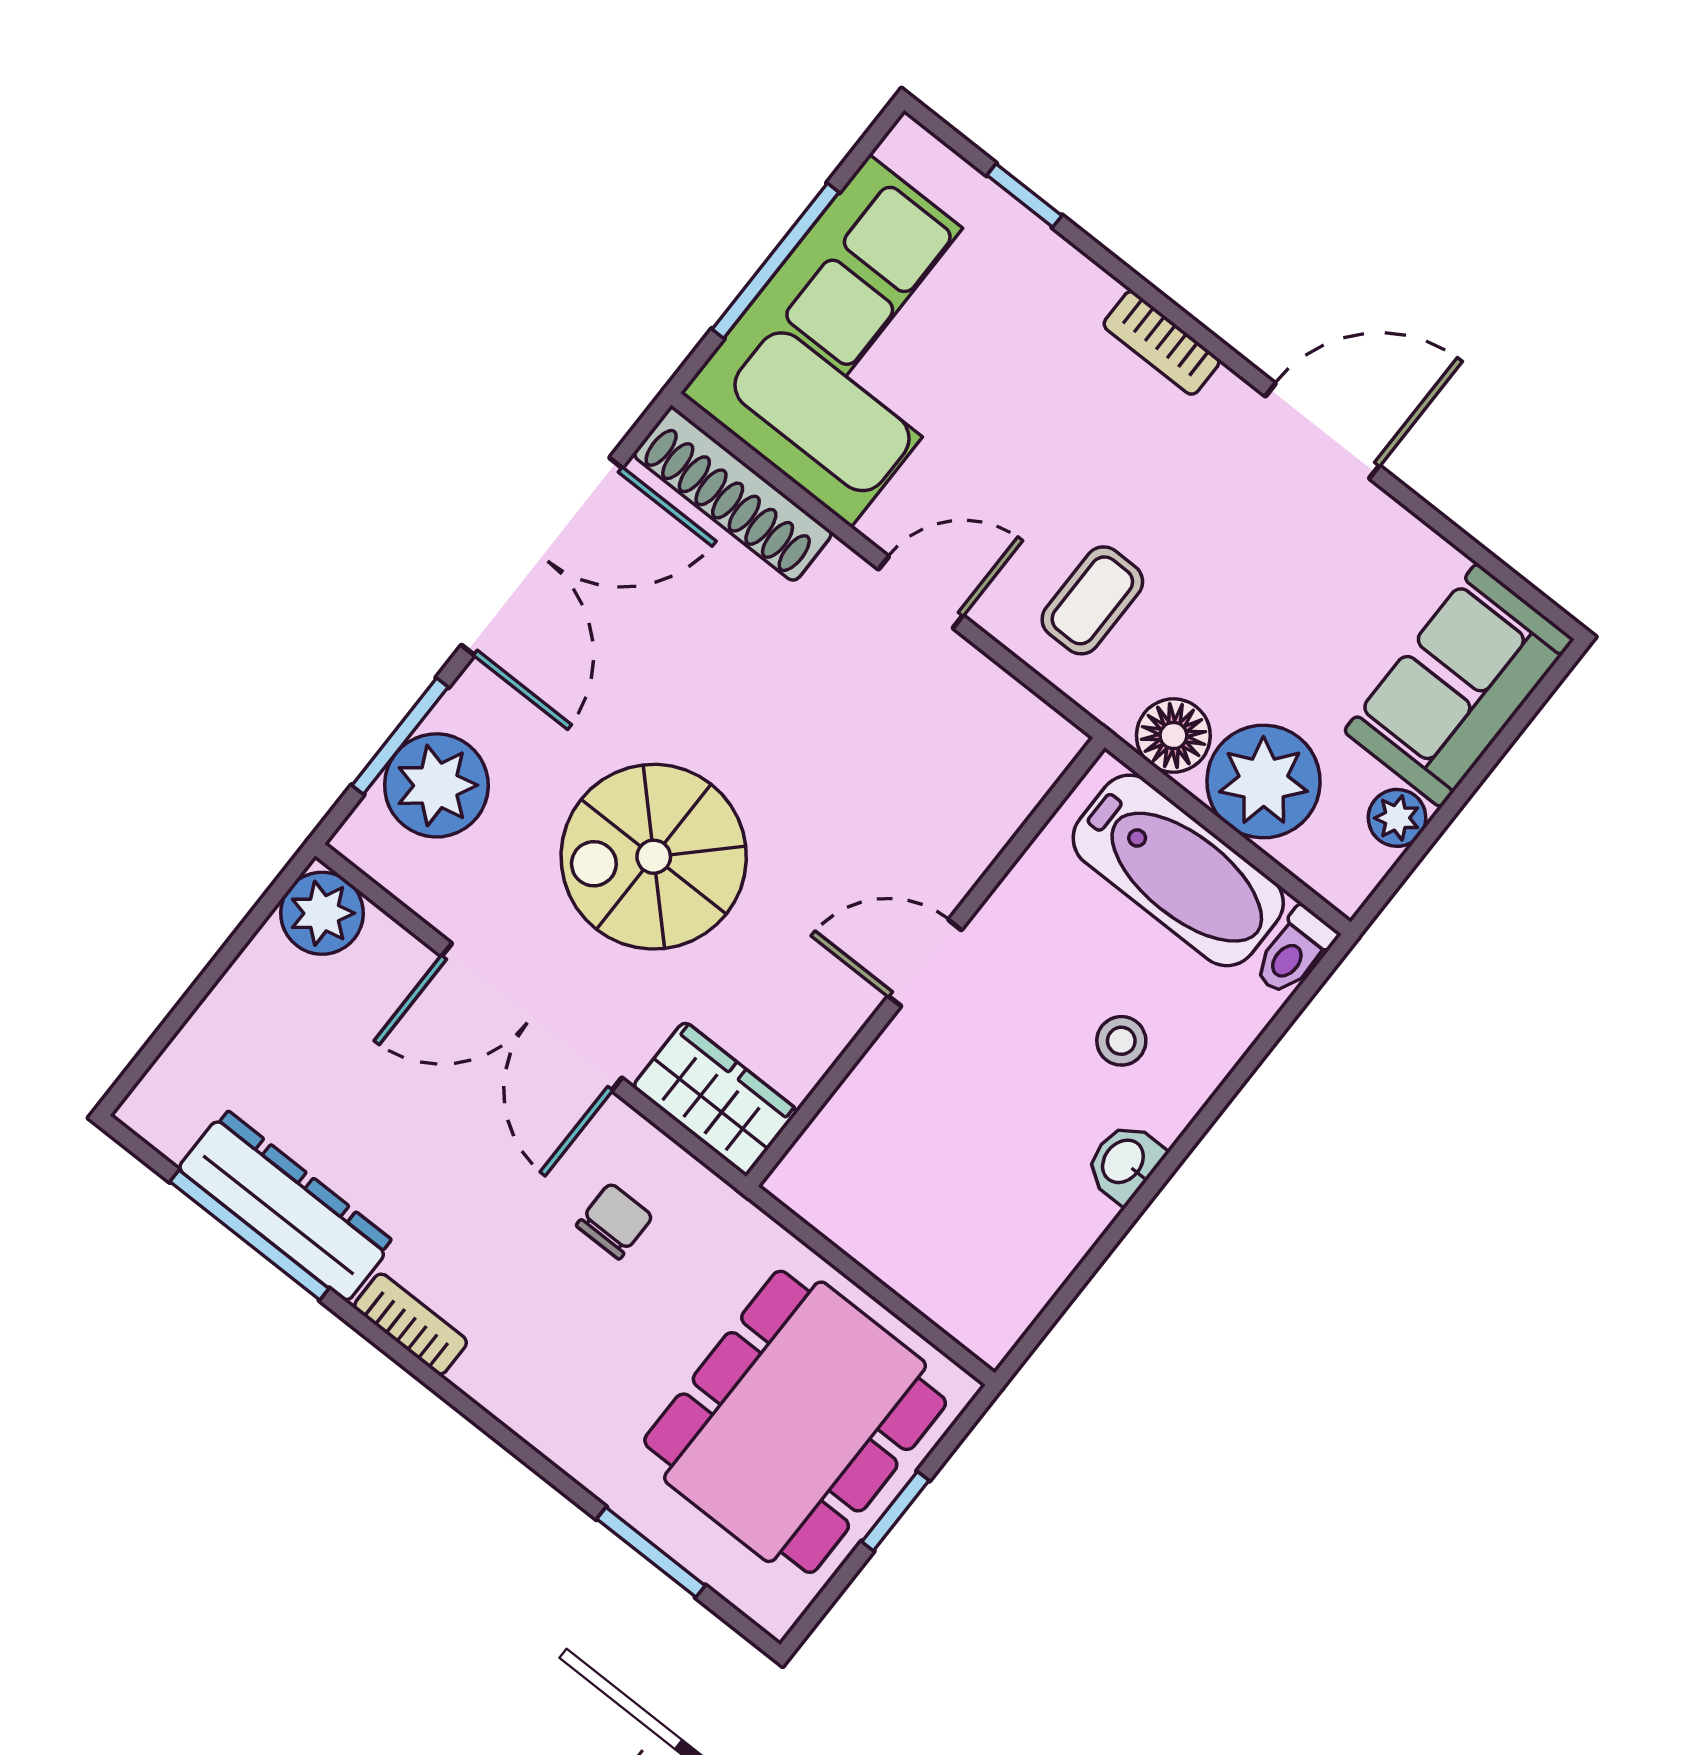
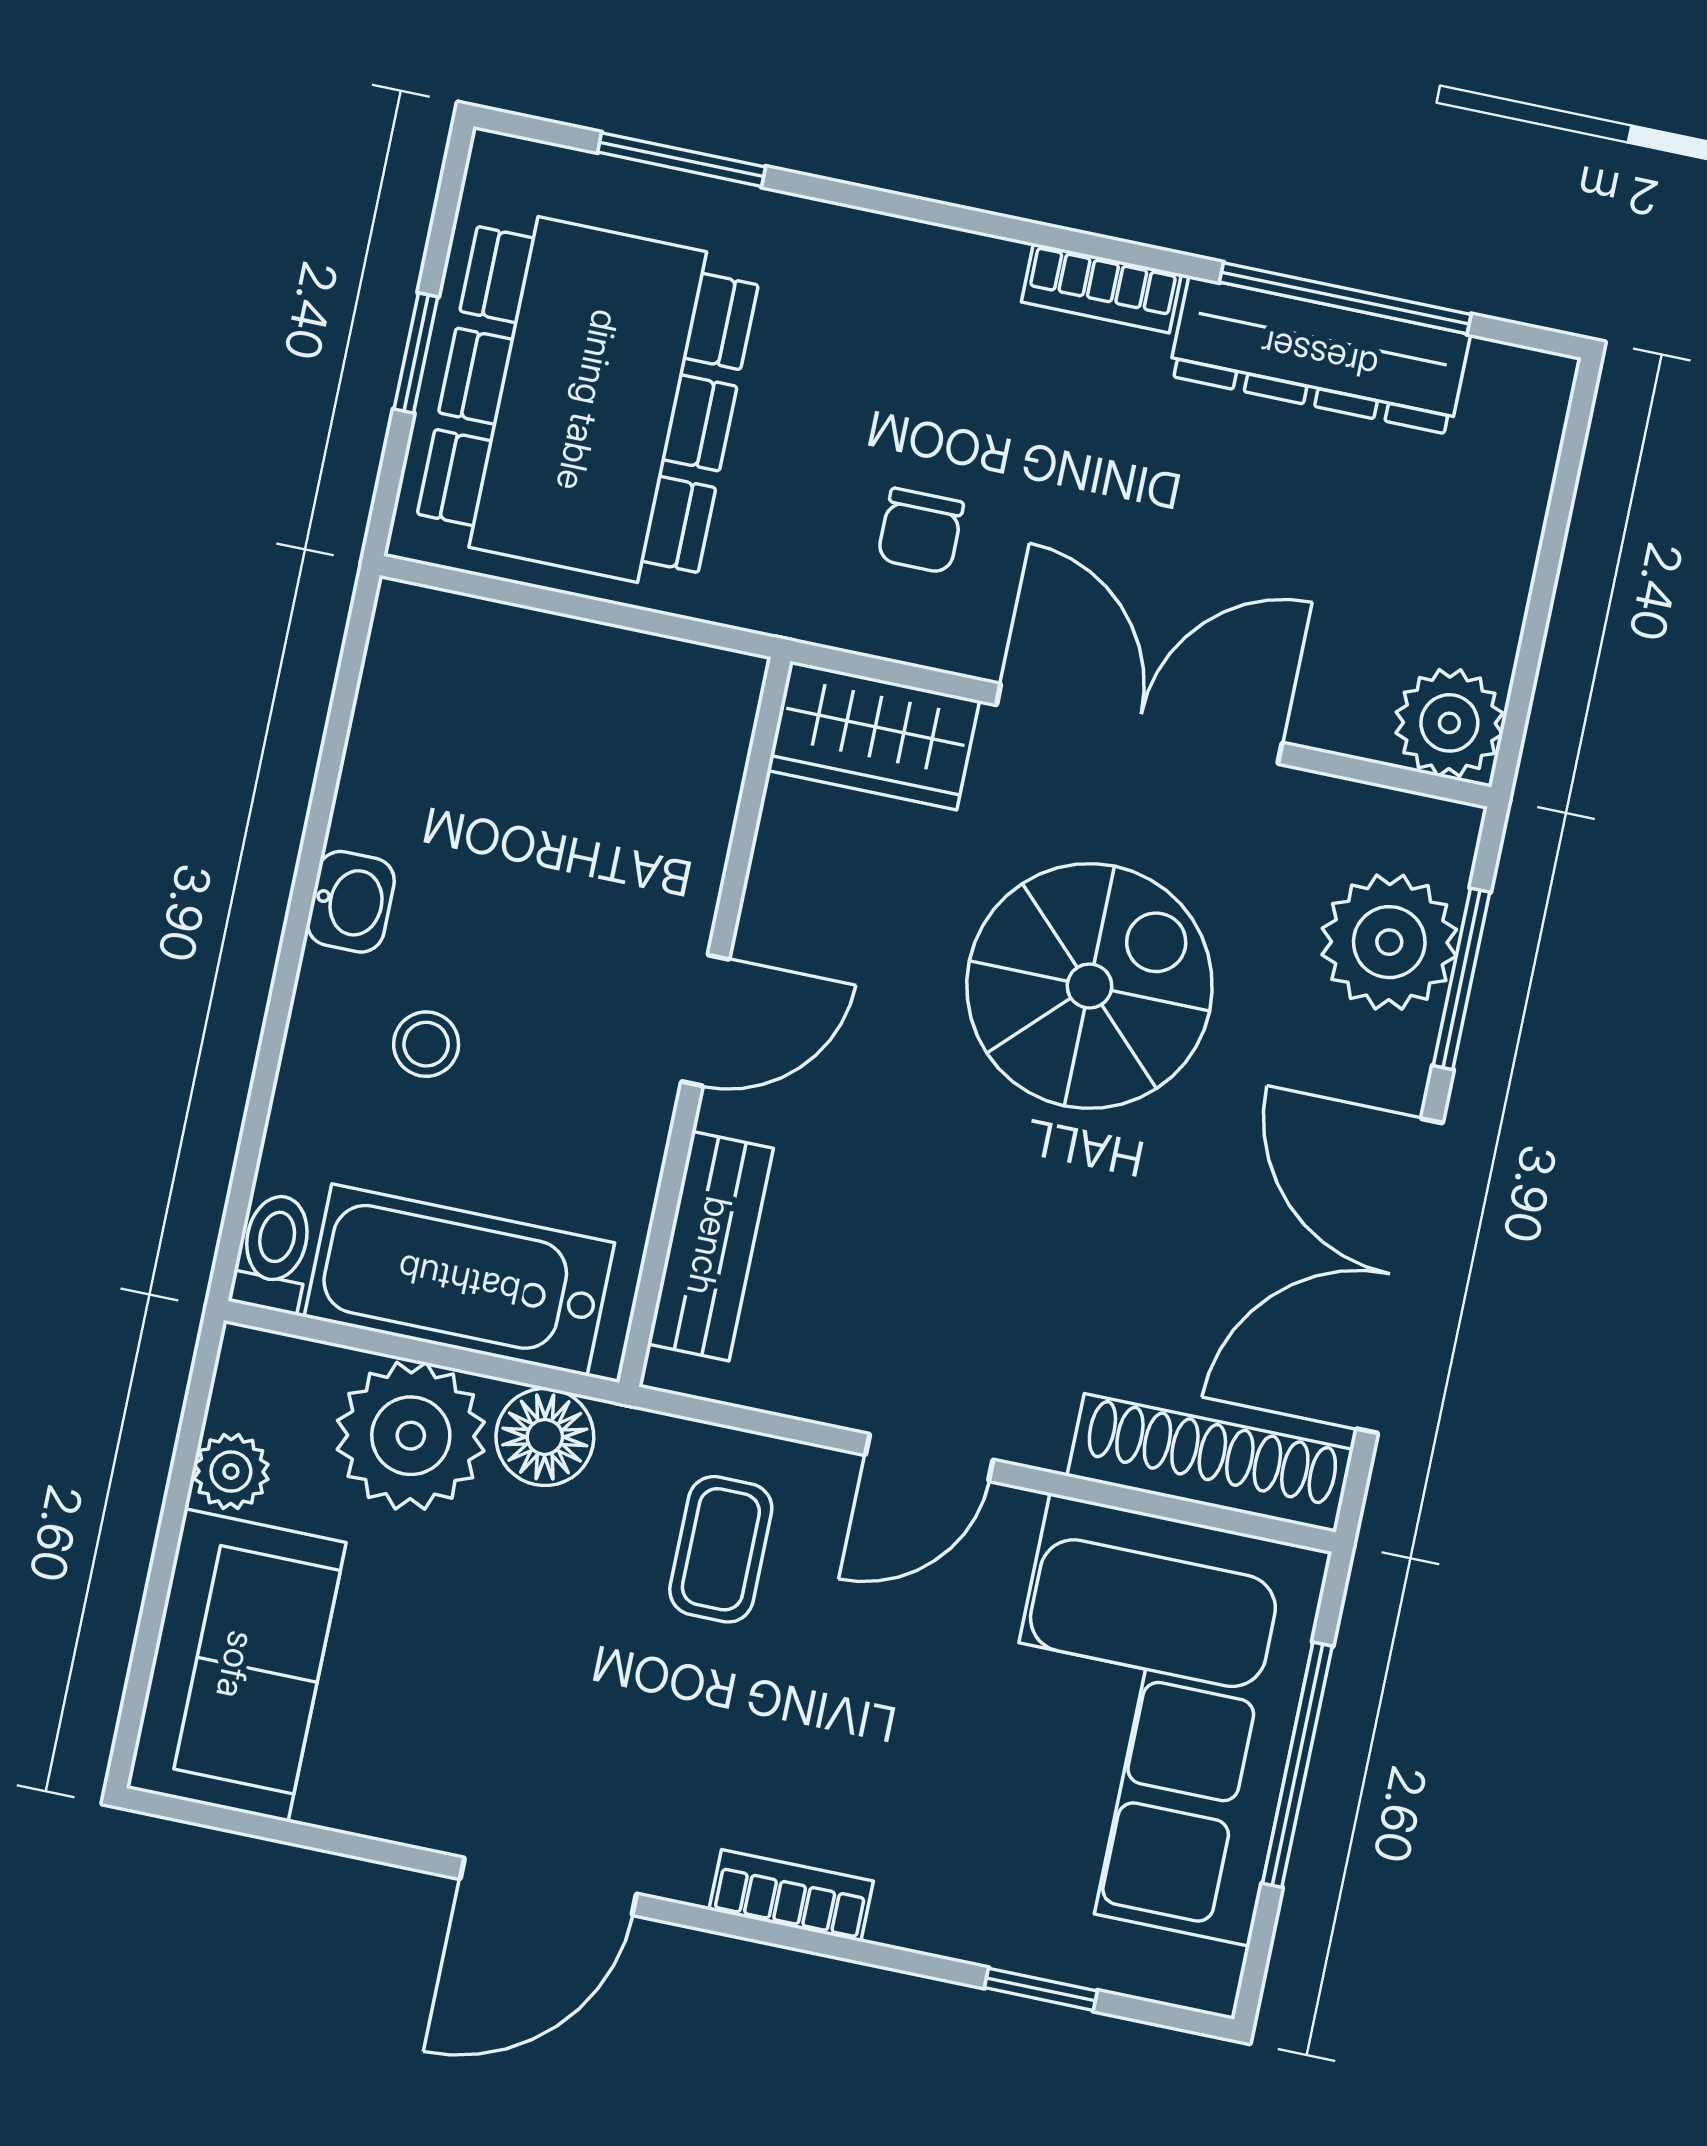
bench: (997, 809) -> (710, 1246), added

